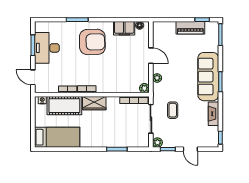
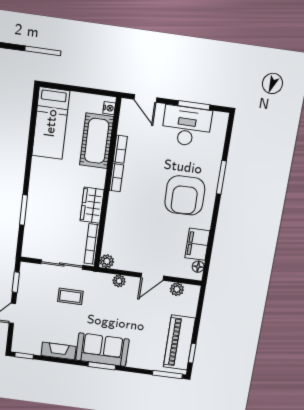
piano: (190, 28) -> (179, 343), width x1.37, depth x1.33
door: (33, 77) -> (145, 98), swing flipped
sofa: (208, 77) -> (102, 350), width x0.73
wardrobe: (94, 103) -> (92, 205), moved
plant: (157, 143) -> (177, 289), moved

